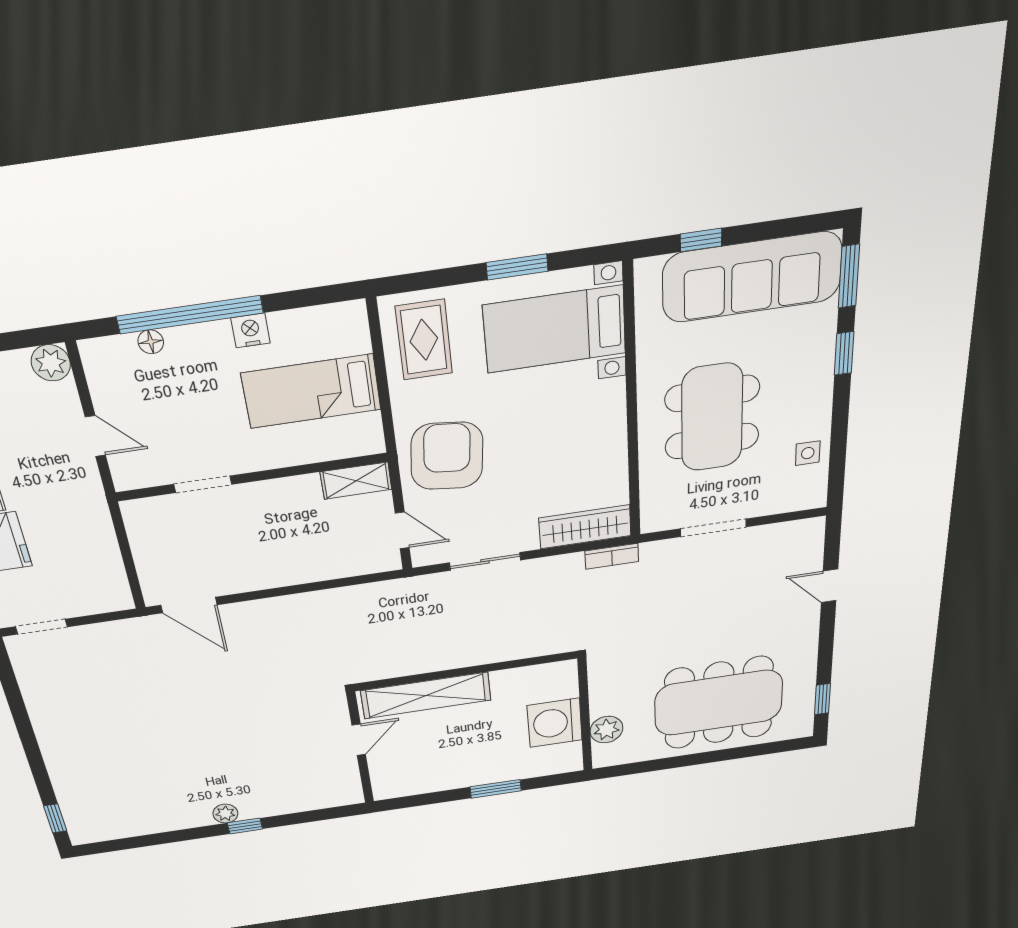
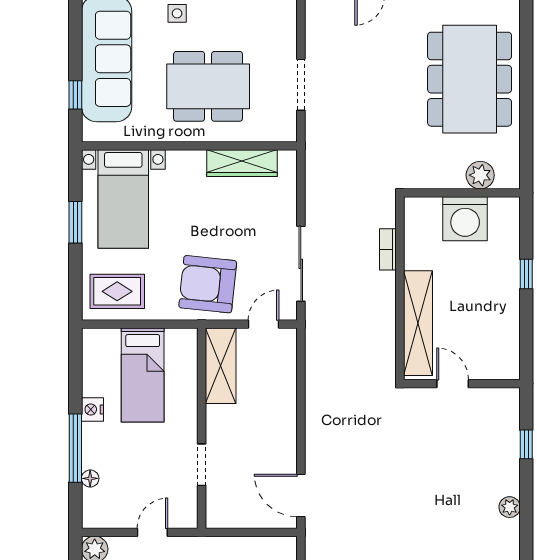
window: (190, 315) -> (75, 448), width x0.68
side table: (808, 453) -> (177, 13), moved
shelving: (356, 481) -> (221, 366), width x1.50, depth x1.33
wardrobe: (585, 527) -> (242, 163), moved, turned -90
bookcase: (612, 556) -> (388, 249), moved, turned 180
sliding door: (485, 561) -> (301, 264), width x1.37
door: (189, 605) -> (301, 495), swing flipped
window: (496, 789) -> (526, 274), width x0.67
window: (245, 826) -> (526, 444), moved

